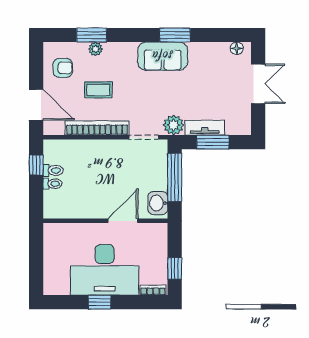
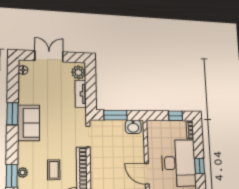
plant: (174, 125) -> (79, 72), moved
window: (213, 142) -> (91, 89), removed
window: (175, 177) -> (115, 115), width x0.69
door: (123, 221) -> (147, 174), moved

